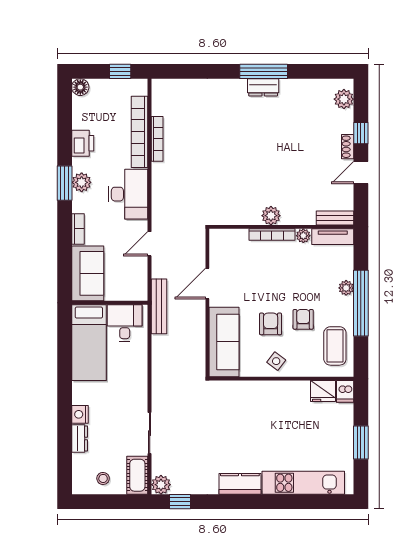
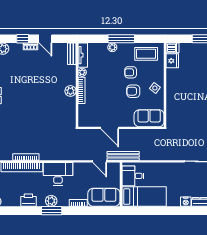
door: (150, 244) -> (100, 161), moved
window: (361, 303) -> (121, 39), width x0.68
sofa: (224, 342) -> (149, 118), width x0.73

